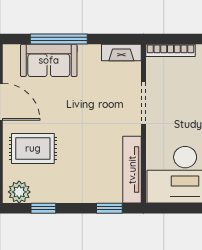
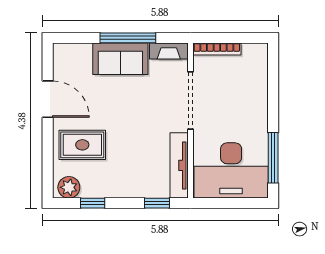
window: (59, 39) -> (128, 38), moved
sofa: (49, 60) -> (120, 59), moved
doorway: (144, 103) -> (190, 100), width x1.36

